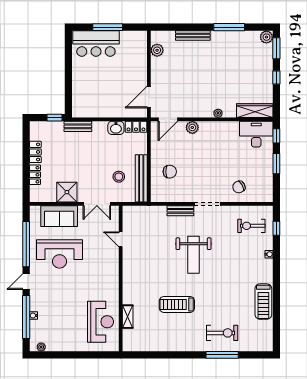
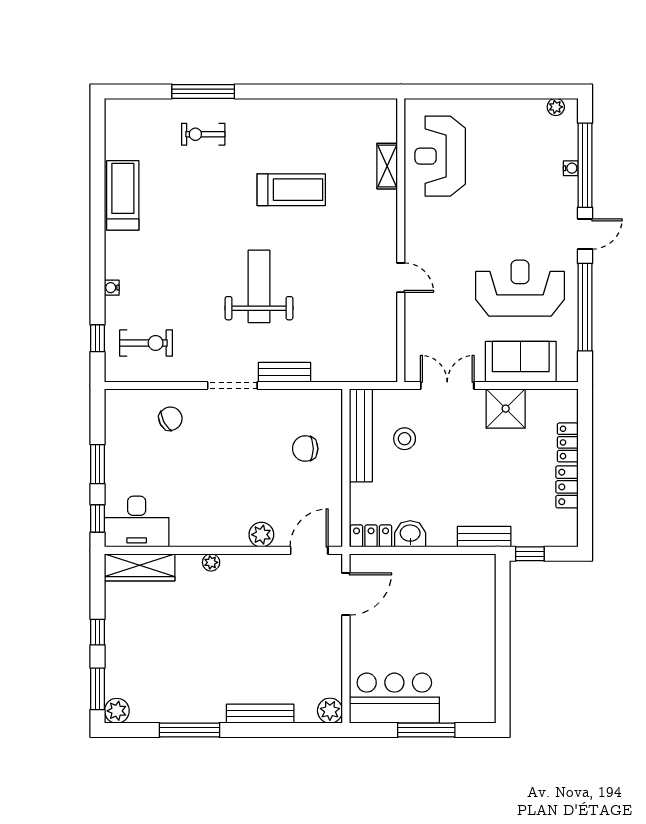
bar counter: (96, 44) -> (394, 698), moved
plant: (157, 50) -> (330, 711), moved
door: (121, 239) -> (401, 278), moved
exercise bike: (222, 333) -> (203, 134), width x0.73, depth x0.72

